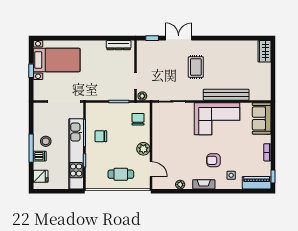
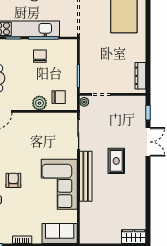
rug: (196, 67) -> (116, 161), turned 90
bench: (226, 95) -> (86, 176), moved
plant: (143, 149) -> (39, 103), moved

